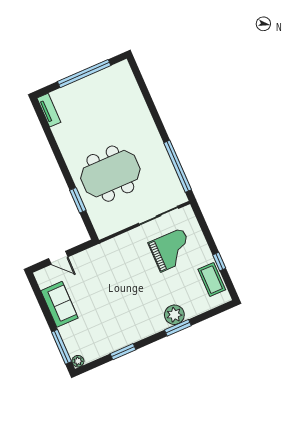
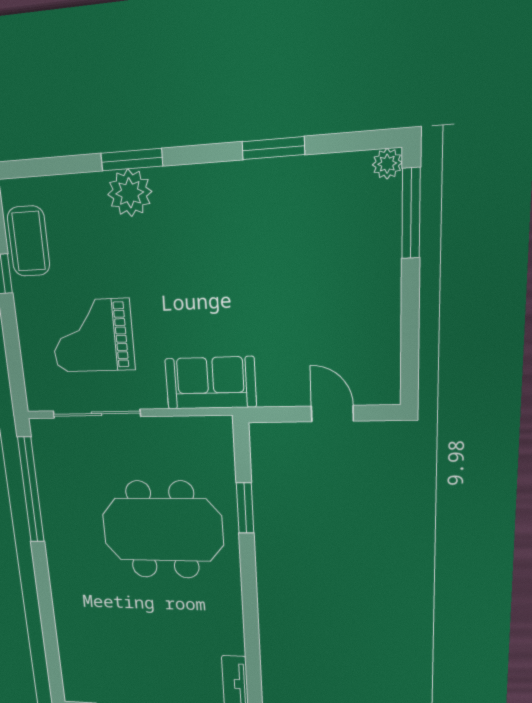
sofa: (59, 304) -> (211, 383), moved, turned 90

